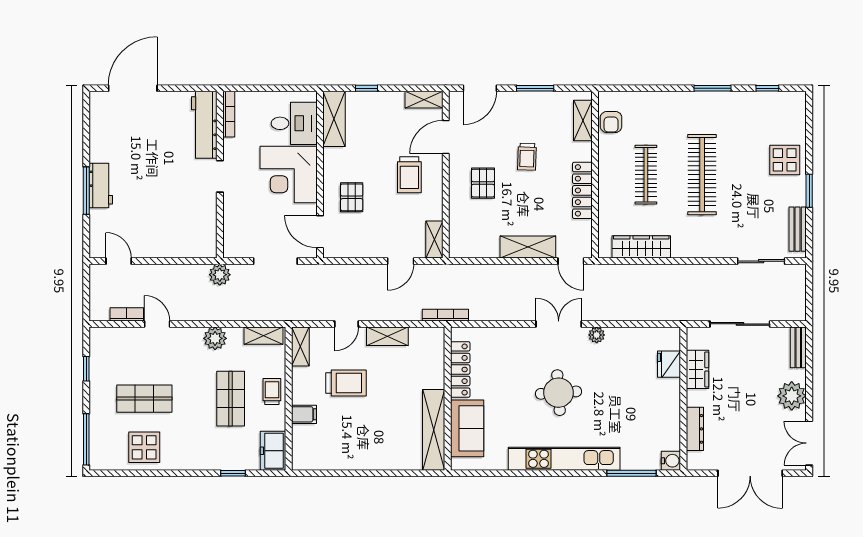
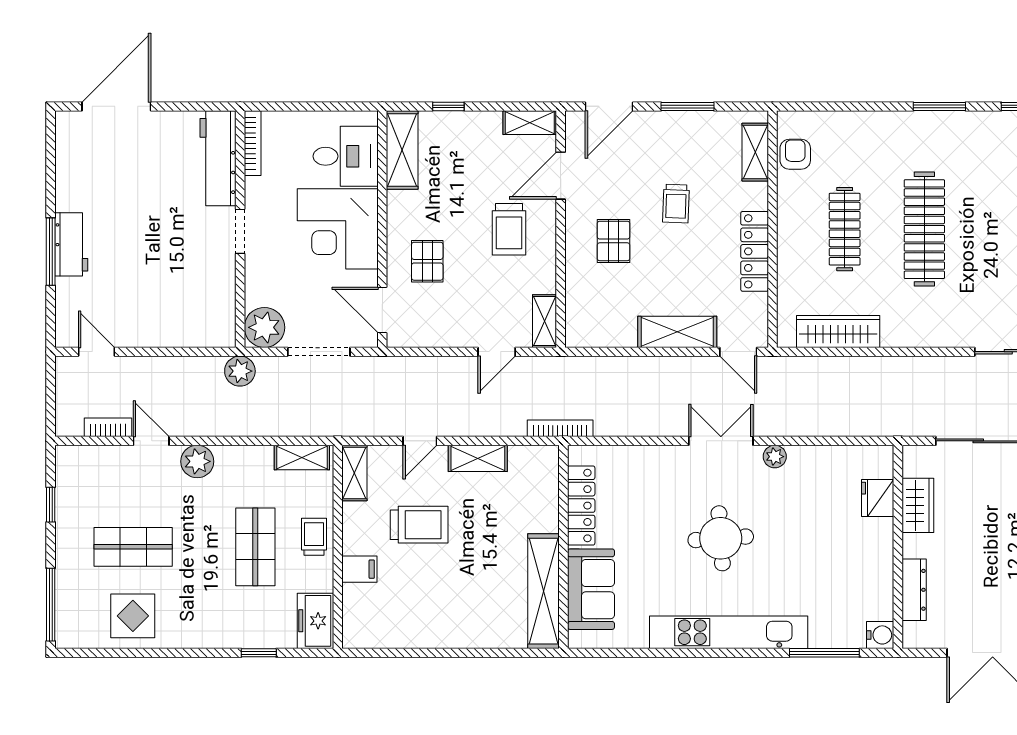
armchair: (611, 122) -> (795, 154), turned 180
plant: (237, 244) -> (264, 327), added
plant: (215, 338) -> (197, 461), moved

